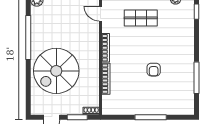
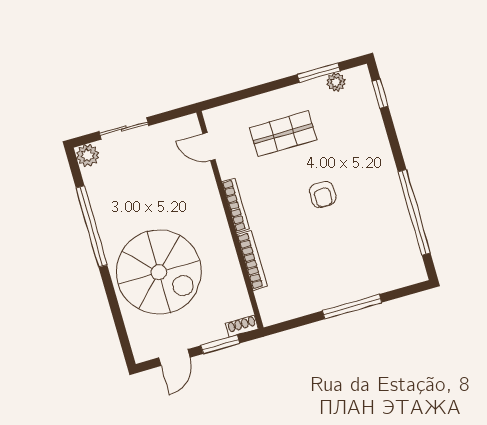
armchair: (154, 70) -> (323, 195), moved
spiral stairs: (56, 71) -> (159, 272), turned -90
window: (197, 78) -> (414, 212), width x1.46

